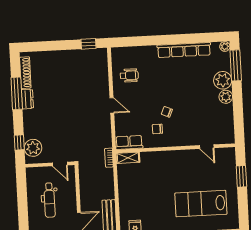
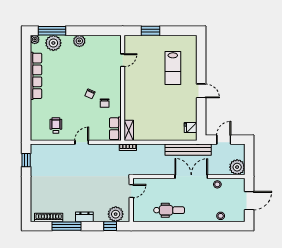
plant: (223, 80) -> (53, 43), moved
dresser: (27, 99) -> (84, 217), moved
dental chair: (50, 200) -> (169, 210), moved
lab bench: (201, 204) -> (173, 68), width x0.73, depth x0.72

